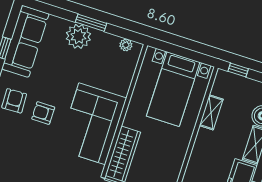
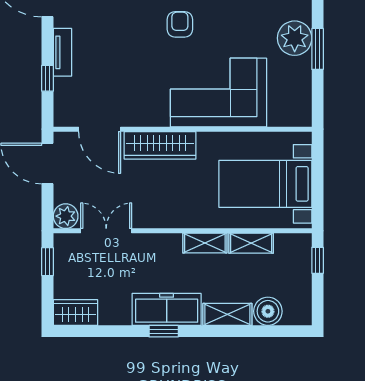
plant: (126, 45) -> (303, 104), removed
corner sofa: (92, 124) -> (218, 93), moved
shelving: (201, 144) -> (205, 243), added

